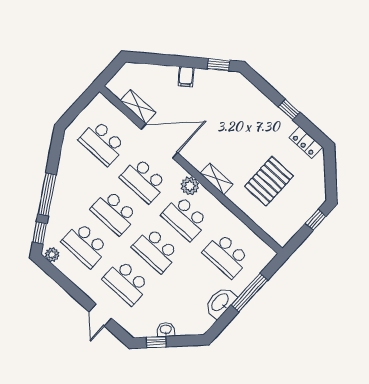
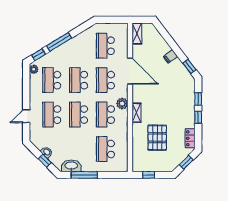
window: (267, 90) -> (198, 99), added
shelving: (138, 107) -> (137, 34), moved
window: (330, 173) -> (186, 162), added
pallet: (269, 181) -> (157, 138), turned 90
window: (316, 220) -> (149, 175), moved
window: (249, 293) -> (84, 175), moved
washbasin: (220, 303) -> (71, 166), moved
window: (156, 342) -> (45, 161), moved

